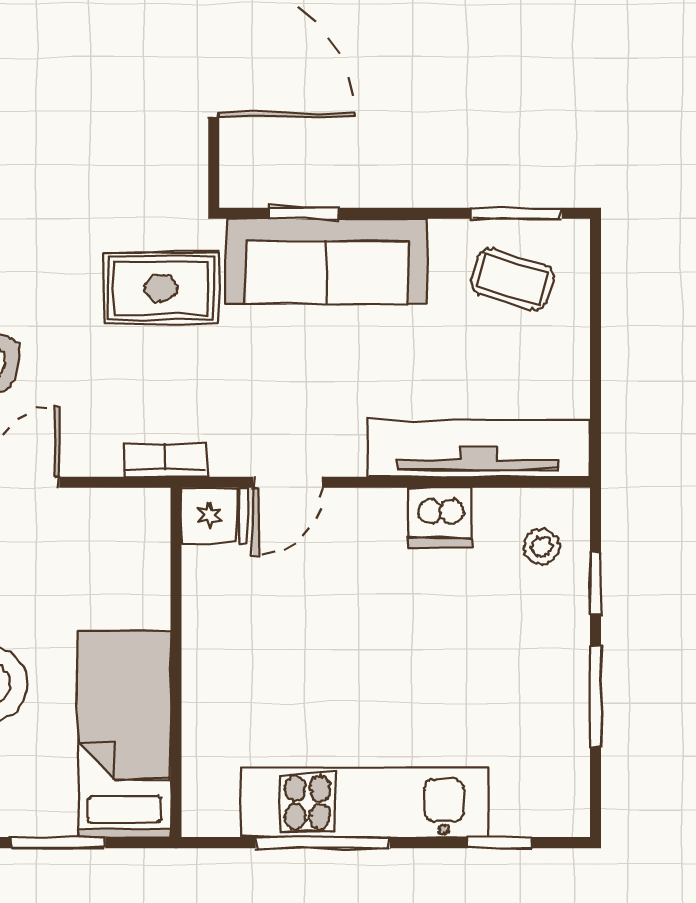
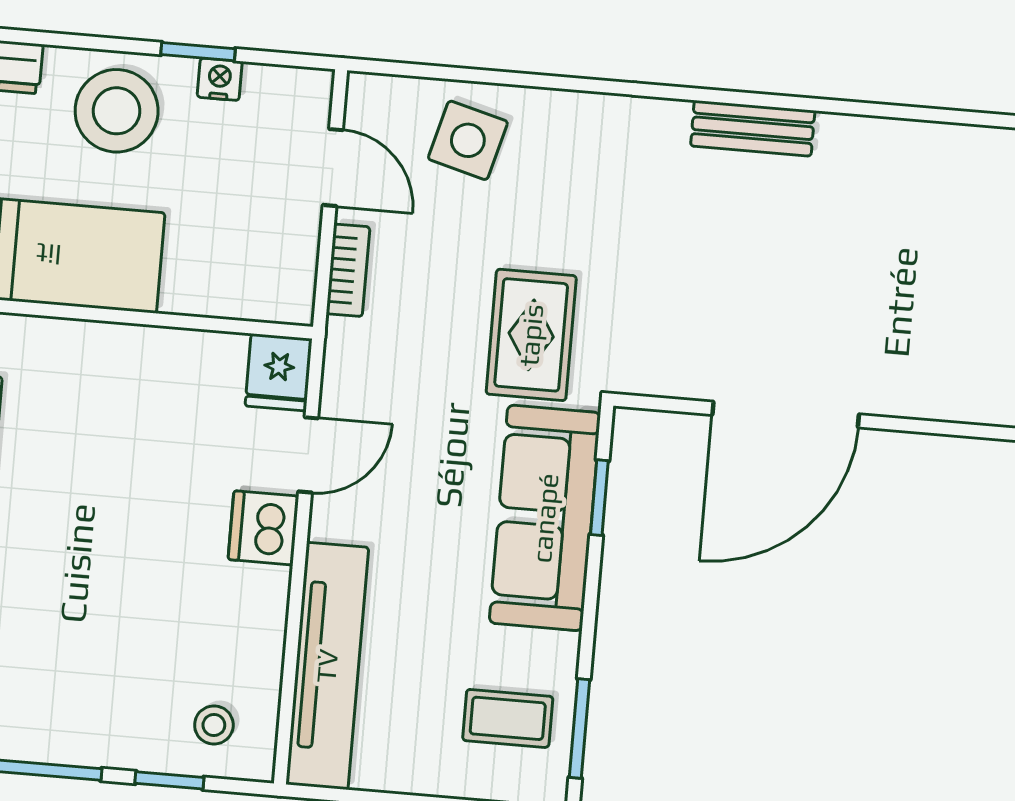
coffee table: (513, 280) -> (508, 718), turned 73
bookcase: (165, 460) -> (348, 270), moved
door: (288, 482) -> (308, 455), swing flipped
dishwasher: (440, 517) -> (263, 528), moved

